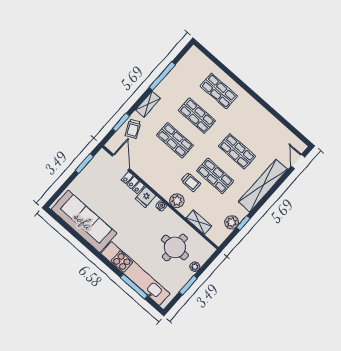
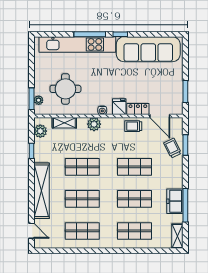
freezer: (167, 86) -> (175, 201), added
shelving: (148, 104) -> (177, 236), moved
shop shelf: (259, 127) -> (82, 231), added
trolley: (191, 182) -> (133, 126), moved
plant: (232, 222) -> (40, 131), moved
window: (95, 252) -> (120, 34), added
plant: (195, 267) -> (39, 100), moved
window: (188, 285) -> (31, 99), moved
window: (134, 287) -> (90, 34), moved

